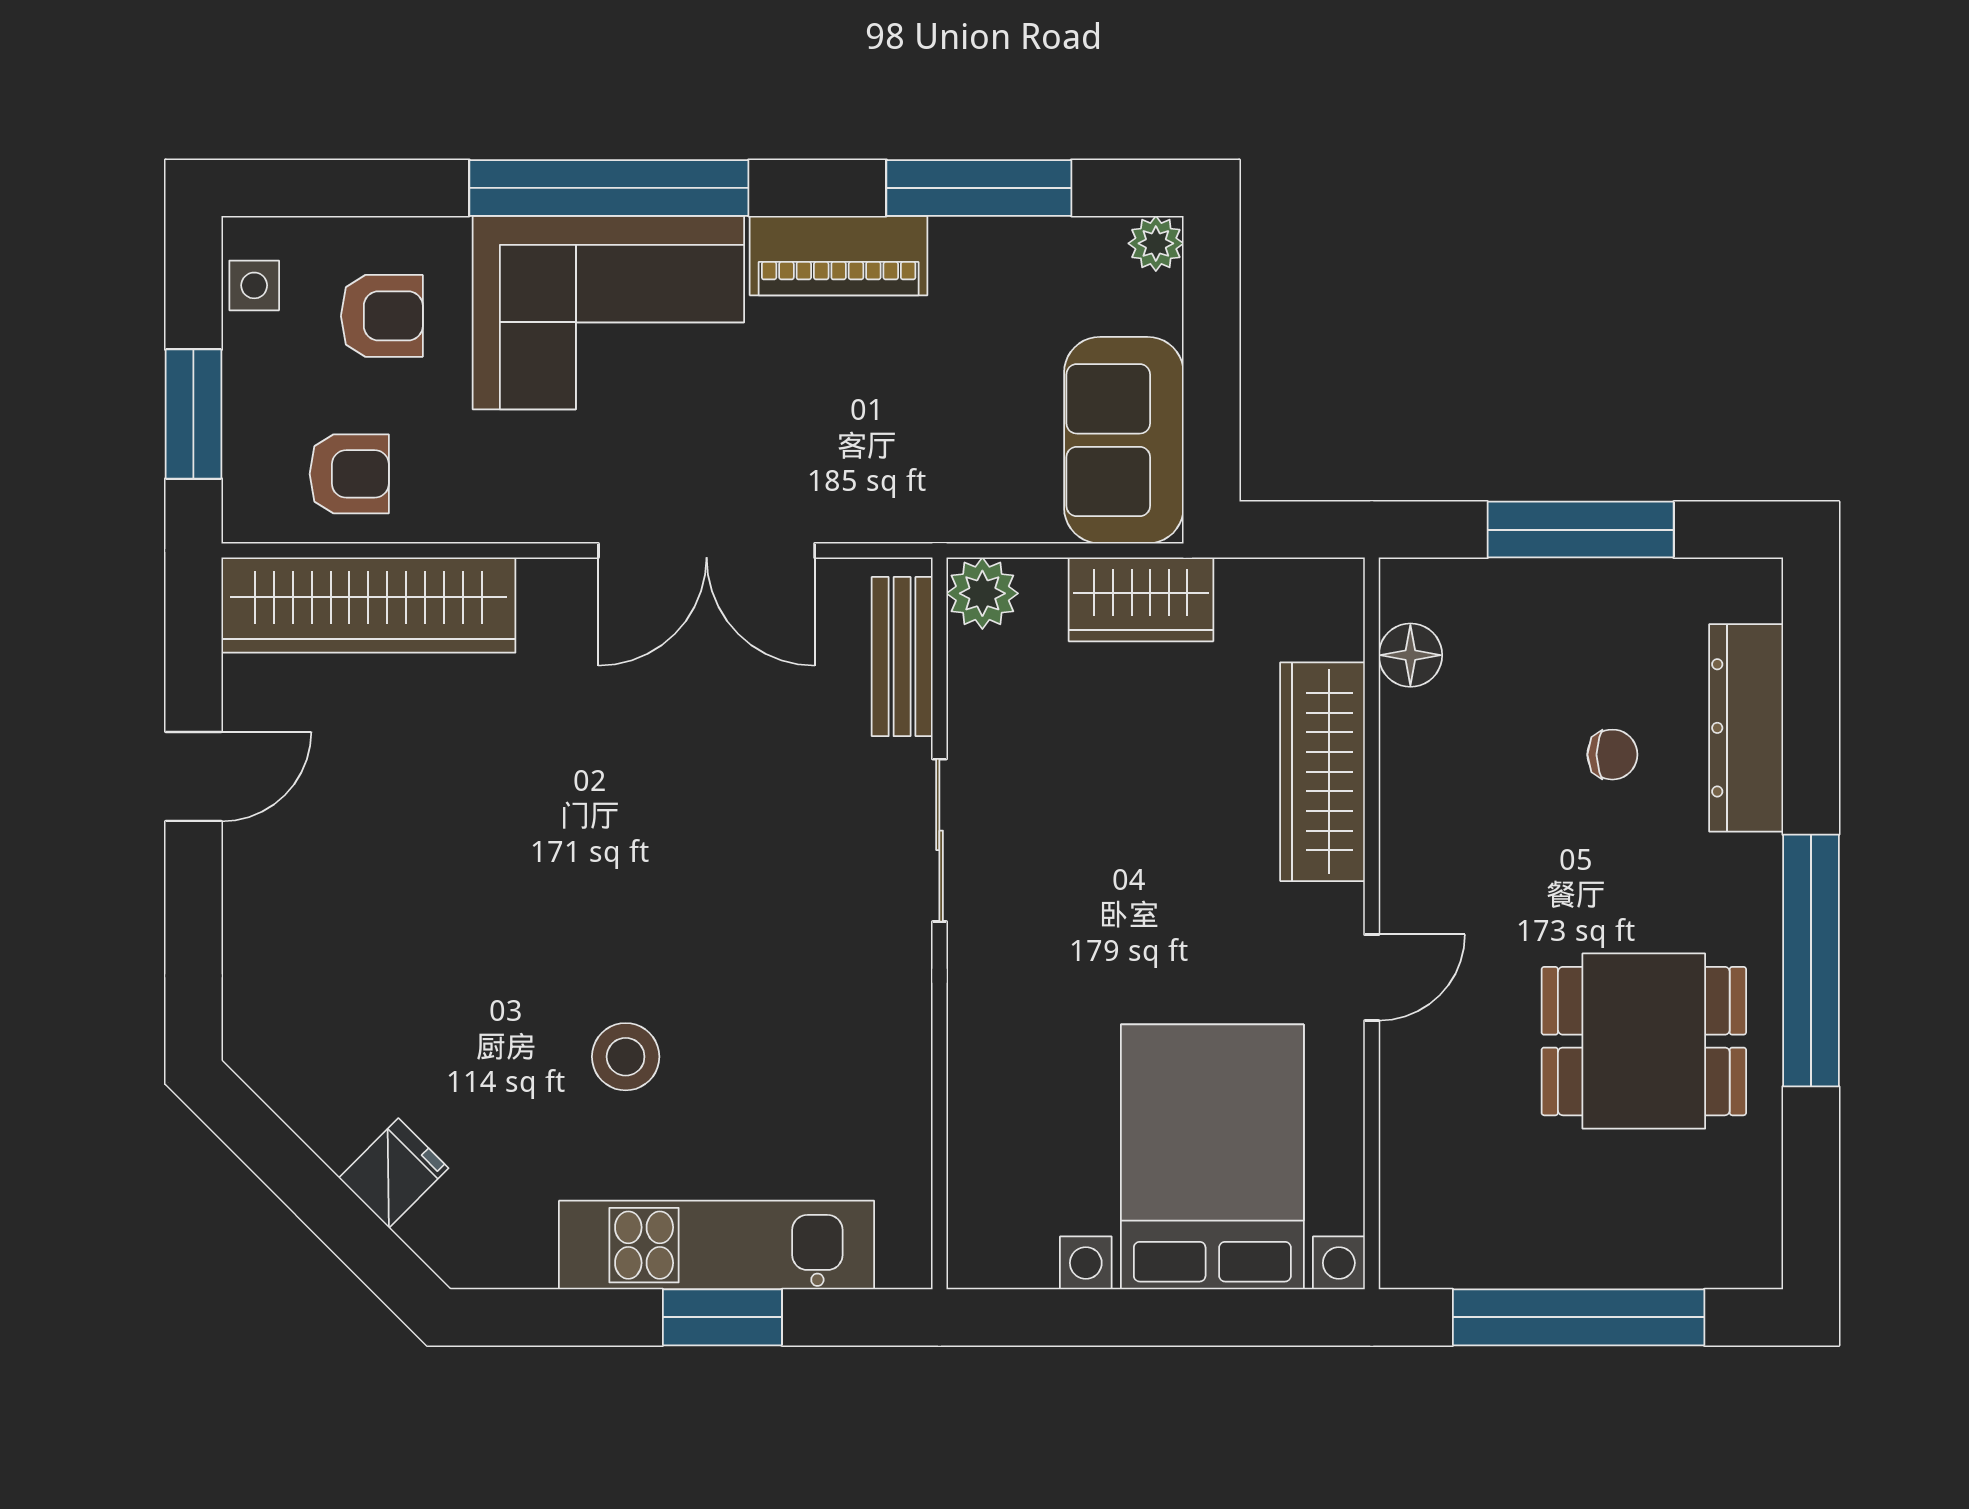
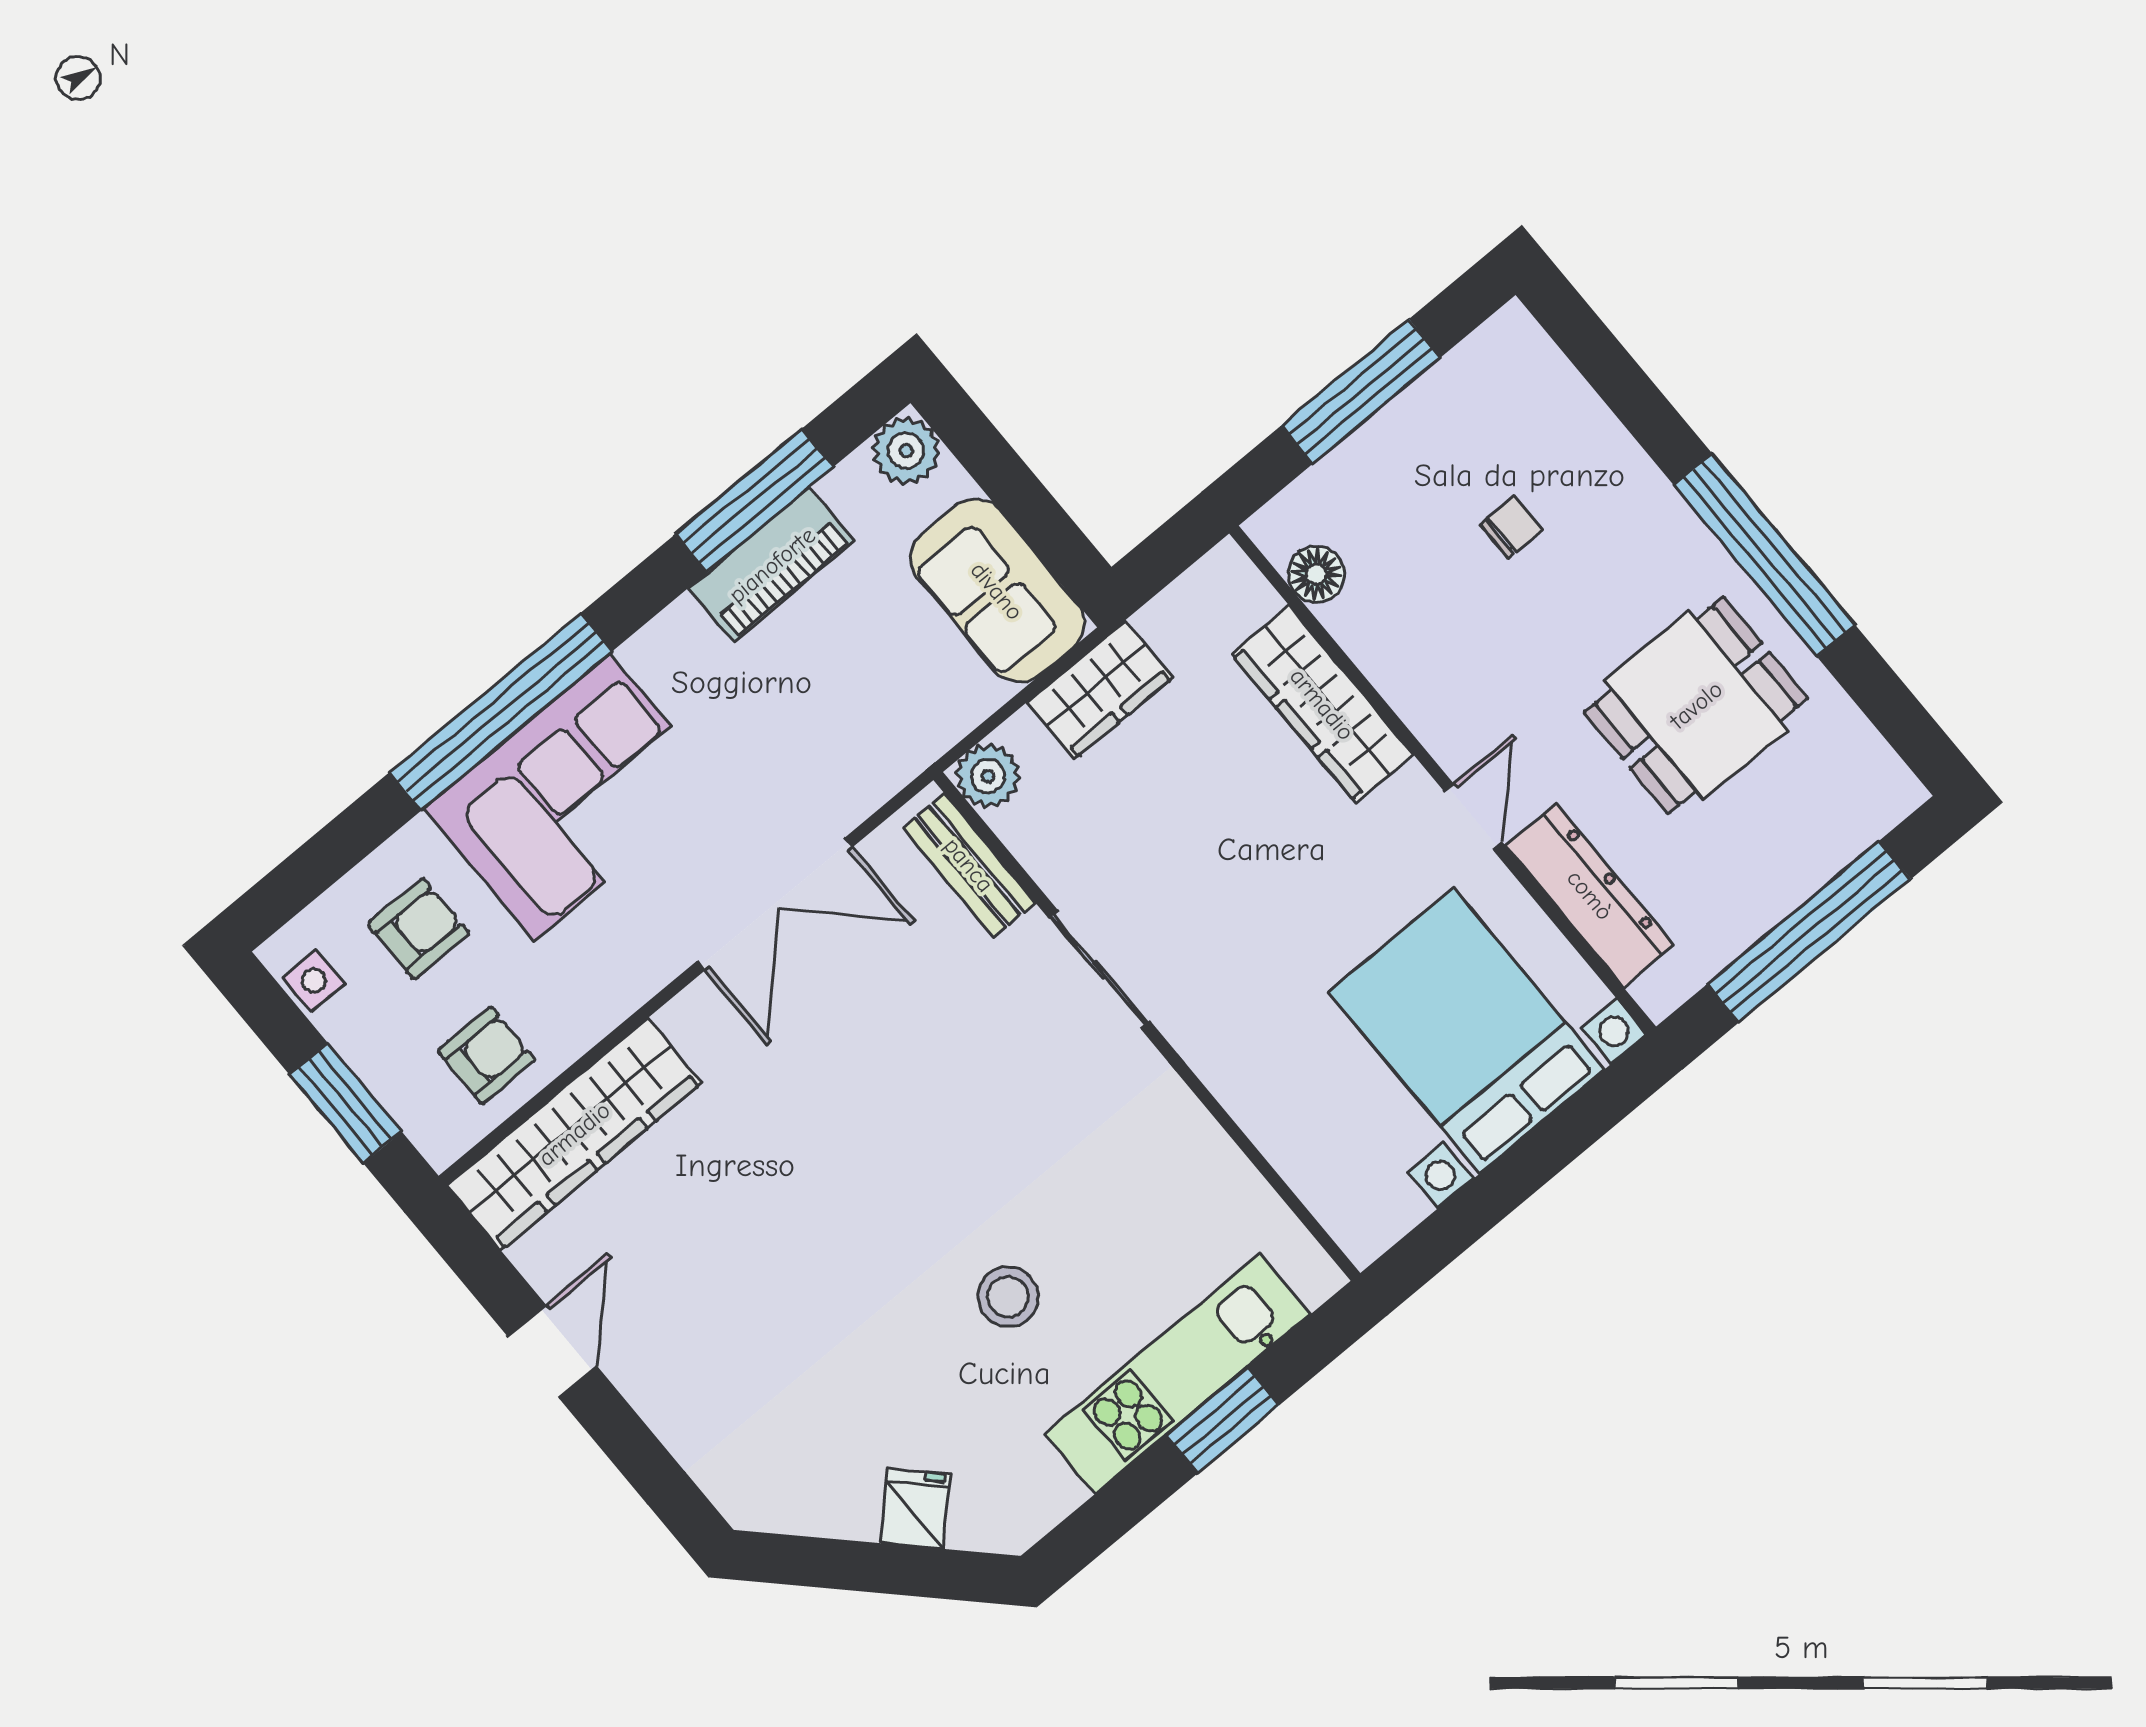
plant: (1156, 243) -> (906, 451), width x1.38, depth x1.38
piano: (839, 256) -> (772, 565), moved
dresser: (1746, 728) -> (1590, 895), moved, turned 180

